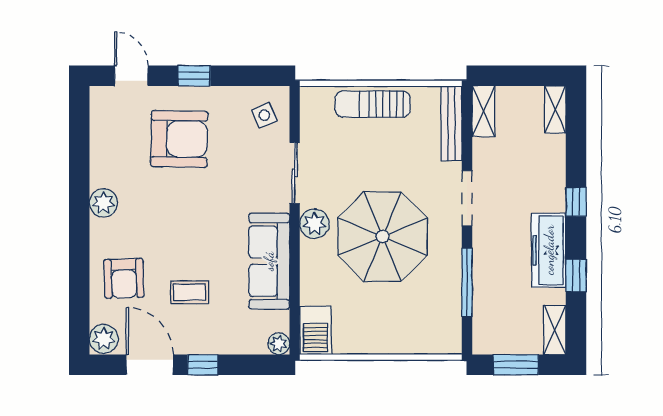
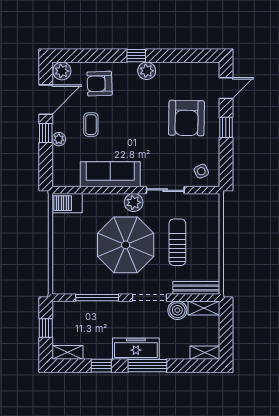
sun lounger: (373, 104) -> (177, 242), moved
boiler: (487, 154) -> (177, 310), added
window: (576, 202) -> (147, 366), width x2.17
window: (79, 220) -> (136, 56), added
freezer: (549, 250) -> (136, 349), moved
plant: (279, 344) -> (59, 139), moved
window: (516, 365) -> (46, 328), width x0.67

